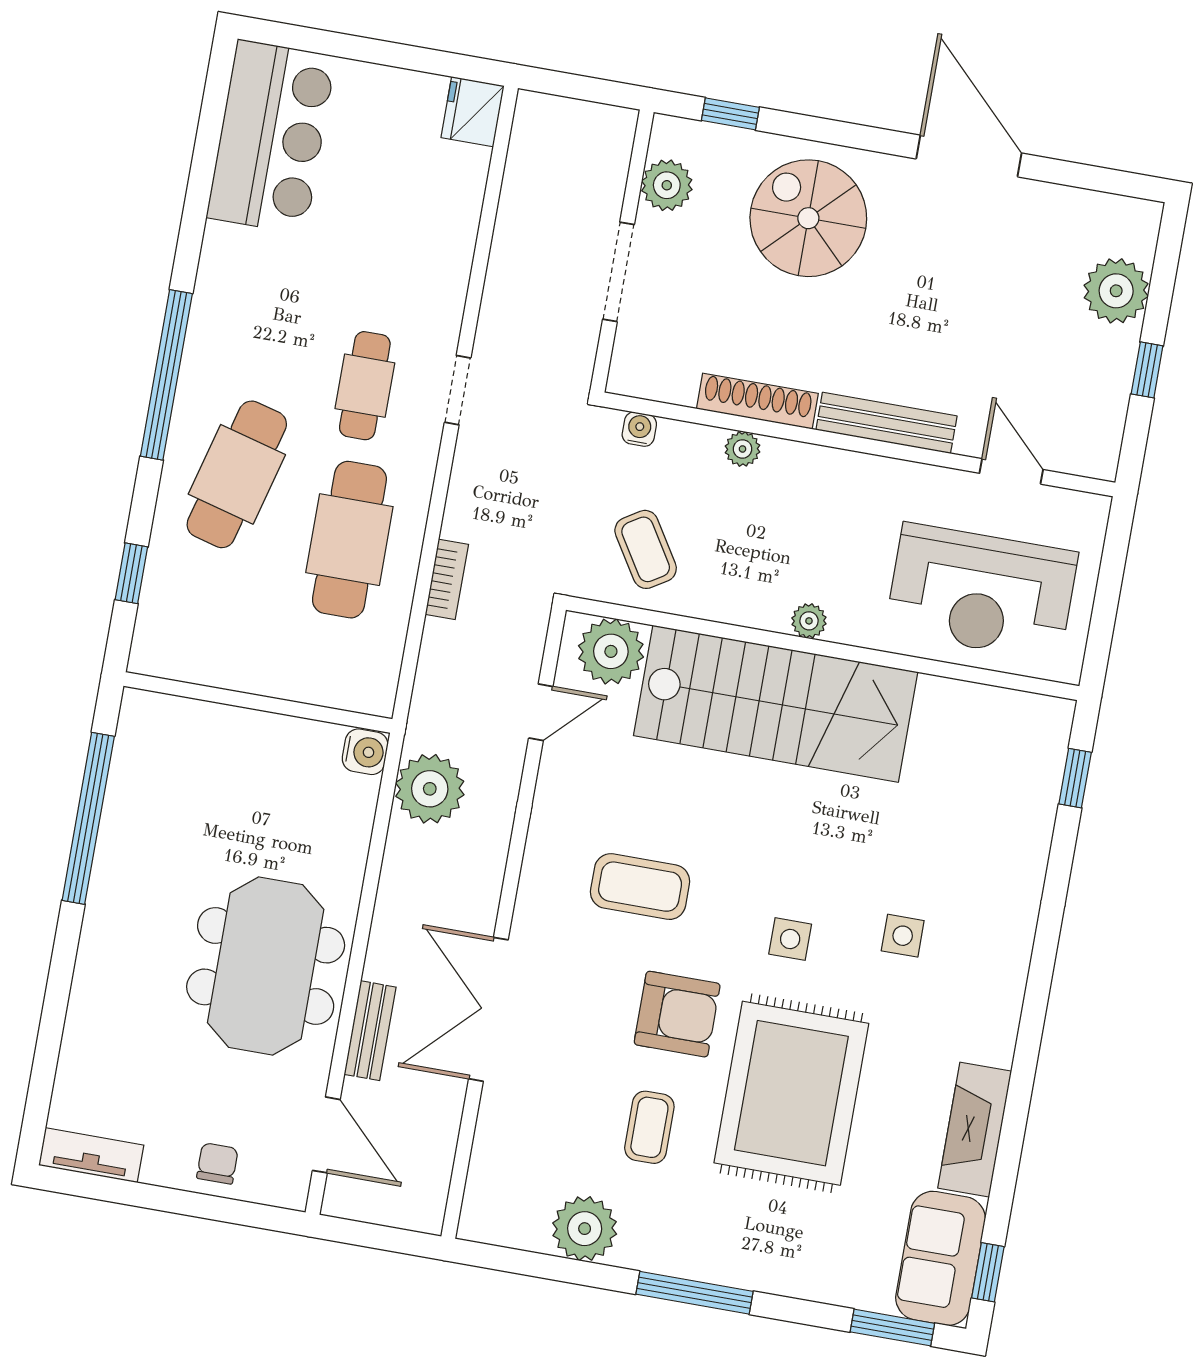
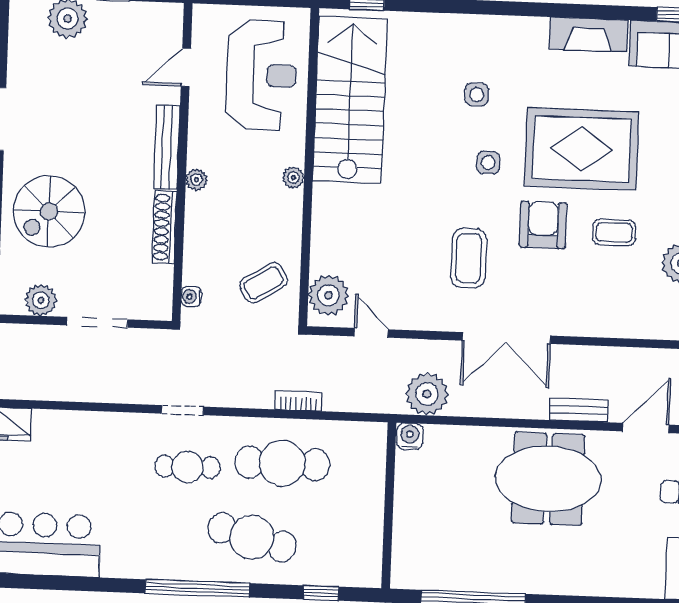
plant: (742, 449) -> (197, 180), moved
stairs: (776, 704) -> (350, 100), moved
double door: (488, 1009) -> (506, 338), moved

